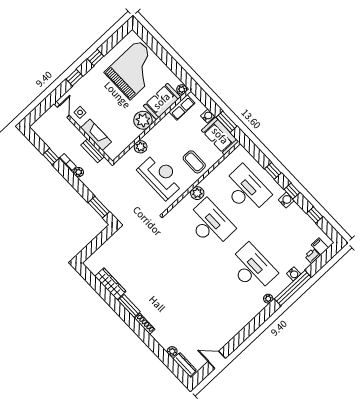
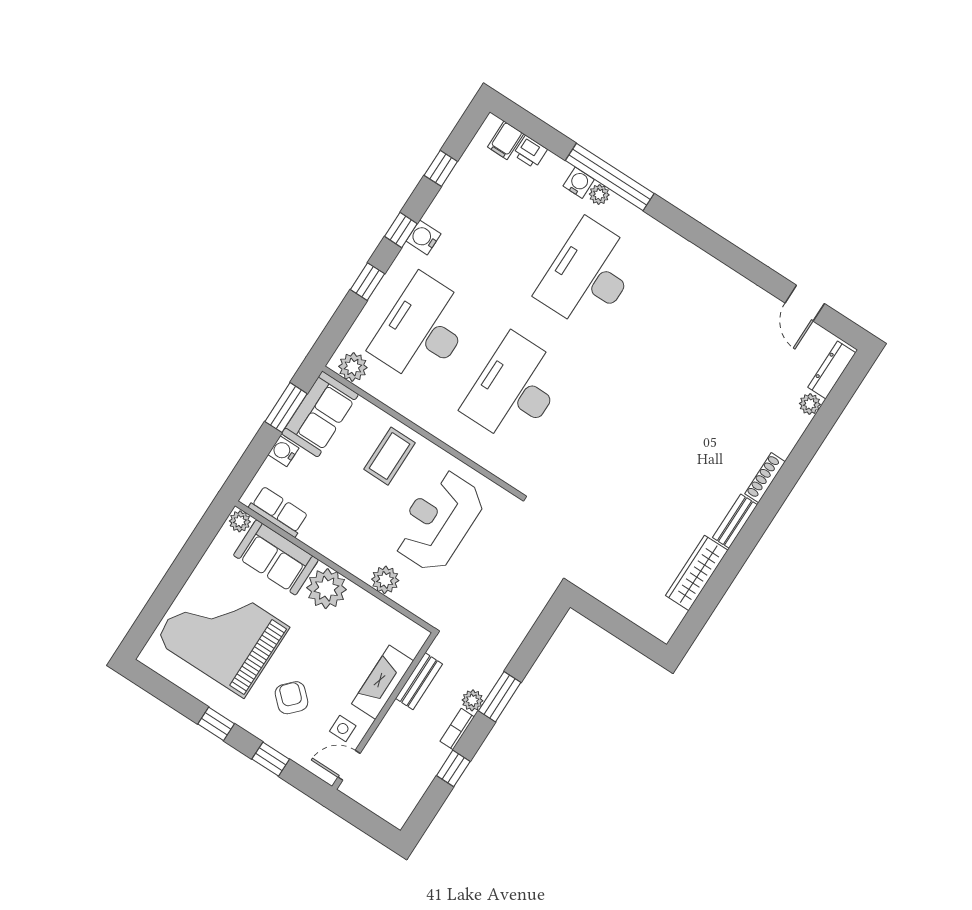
armchair: (99, 93) -> (291, 698), added
plant: (197, 193) -> (353, 367), moved
window: (99, 207) -> (500, 697), moved
plant: (268, 299) -> (599, 194), moved

